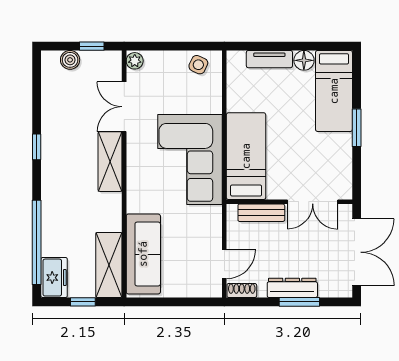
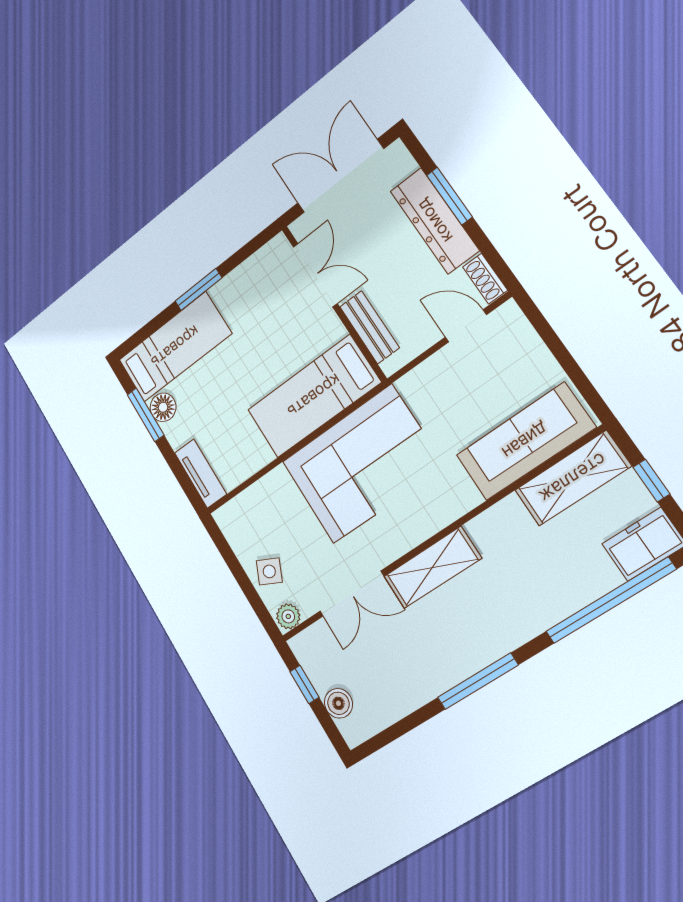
window: (307, 46) -> (146, 415), added
tv unit: (269, 59) -> (200, 473), moved
side table: (198, 65) -> (269, 571), moved
window: (37, 147) -> (478, 681), width x2.17
dresser: (292, 288) -> (434, 221), width x1.37, depth x1.24

